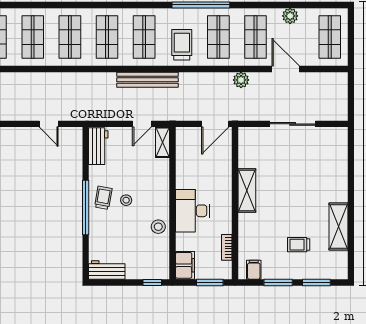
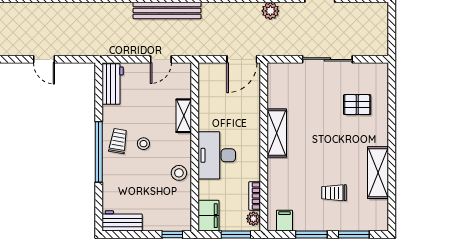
door: (49, 124) -> (44, 59), moved
shelving: (163, 142) -> (184, 116), moved
pallet: (320, 165) -> (357, 105), added
plant: (226, 268) -> (253, 219), added

